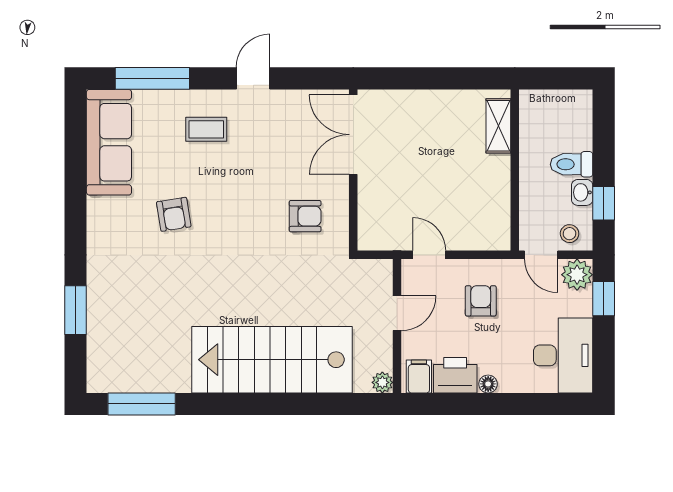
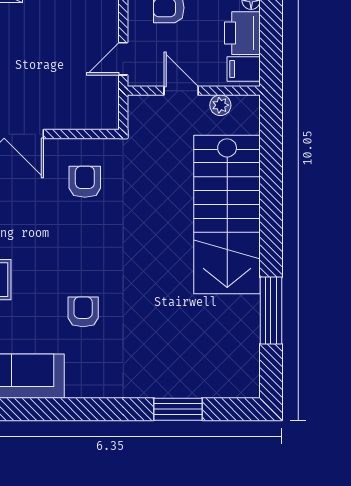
armchair: (174, 214) -> (83, 312), turned -81
plant: (382, 382) -> (220, 105), moved
window: (142, 404) -> (271, 311), moved

